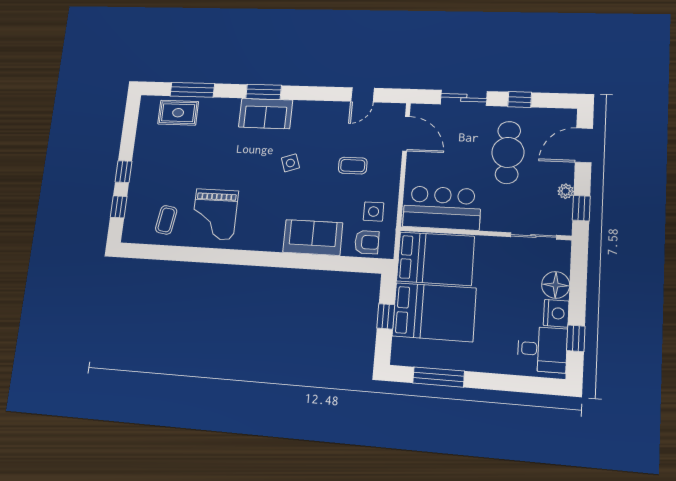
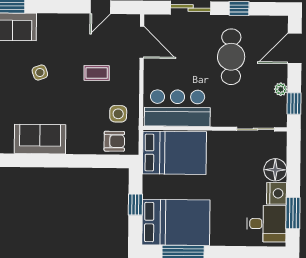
sofa: (313, 237) -> (40, 139), moved
bed: (434, 312) -> (176, 222), moved
window: (576, 338) -> (293, 213), width x1.50

